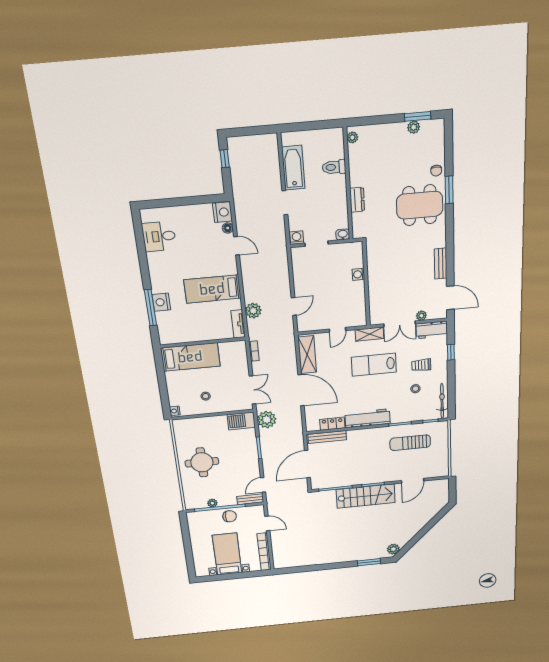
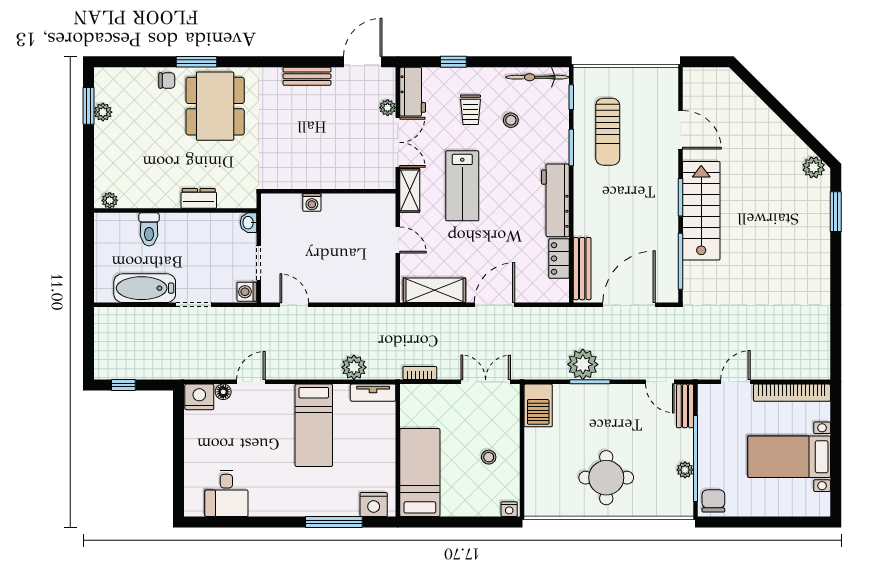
nightstand: (161, 302) -> (374, 505), moved
door: (294, 307) -> (294, 305), moved
door: (301, 390) -> (494, 305), width x0.73
plant: (267, 420) -> (583, 364), moved
door: (307, 464) -> (629, 305), swing flipped
chair: (230, 516) -> (713, 501), moved

